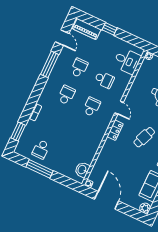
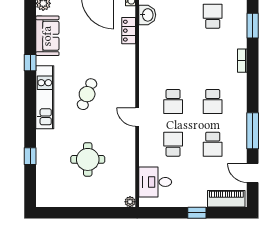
school desk: (104, 80) -> (173, 144), turned 90
locker: (115, 130) -> (129, 31), moved

